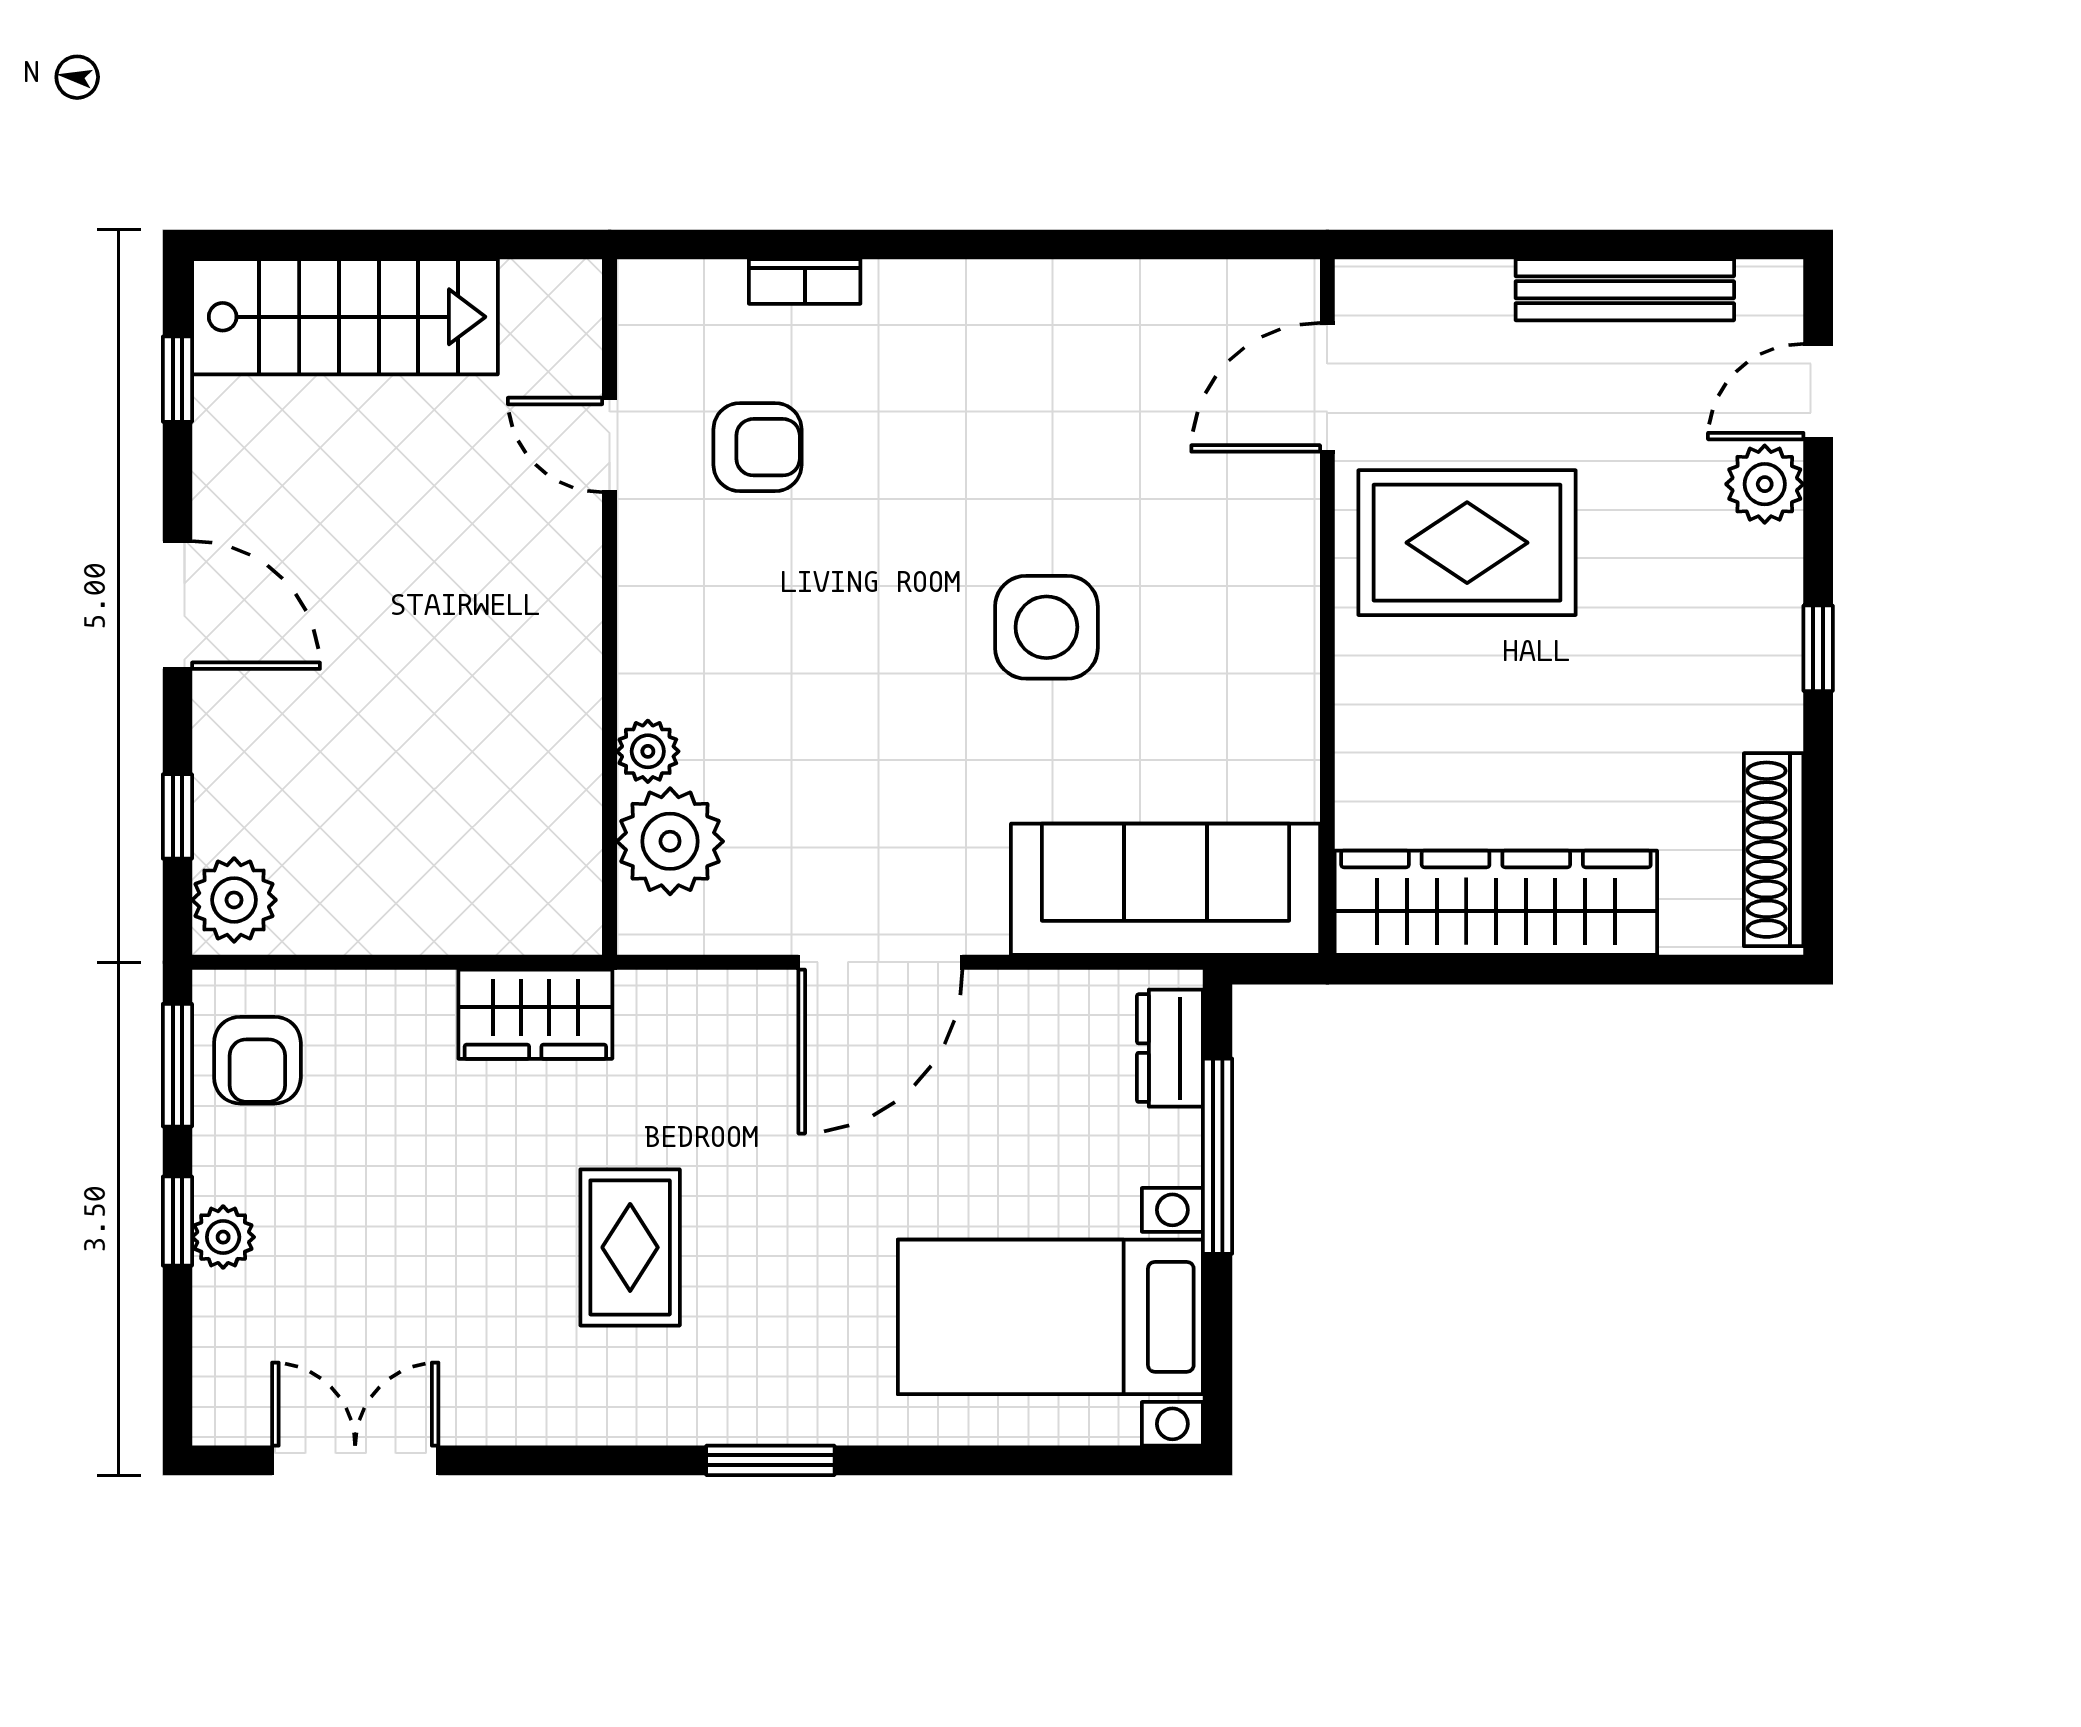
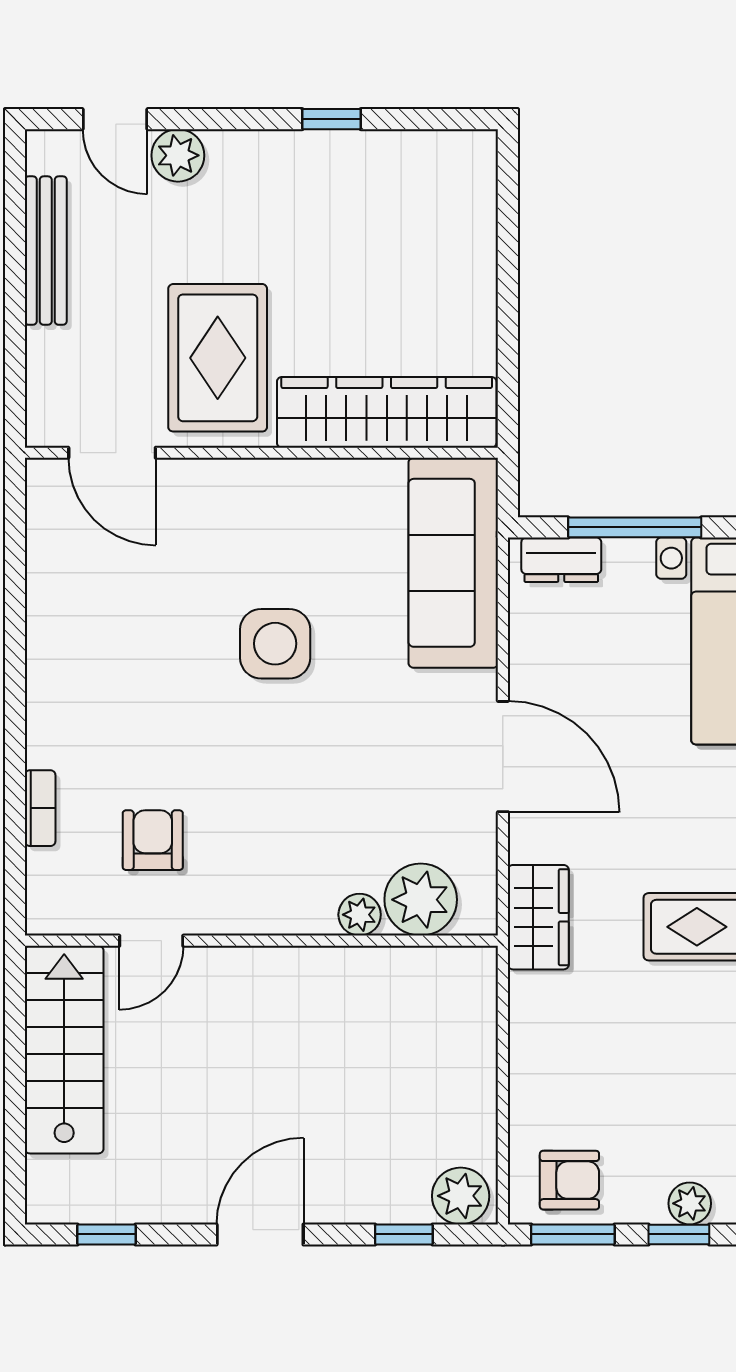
stairs: (345, 317) -> (64, 1050), moved
window: (1818, 648) -> (332, 119), moved
shoe rack: (1774, 850) -> (426, 149), removed
wardrobe: (1496, 903) -> (387, 412), moved, turned 90
wardrobe: (535, 1014) -> (538, 917), moved

